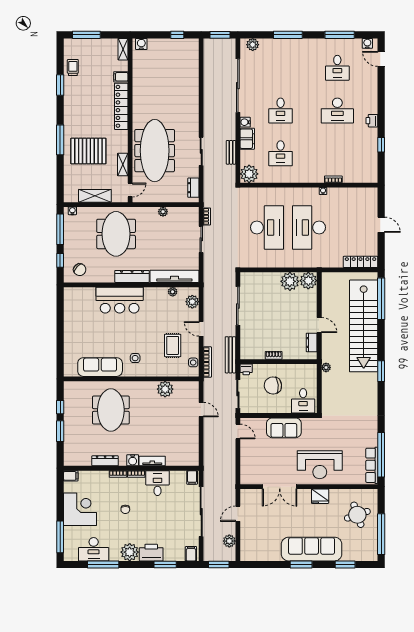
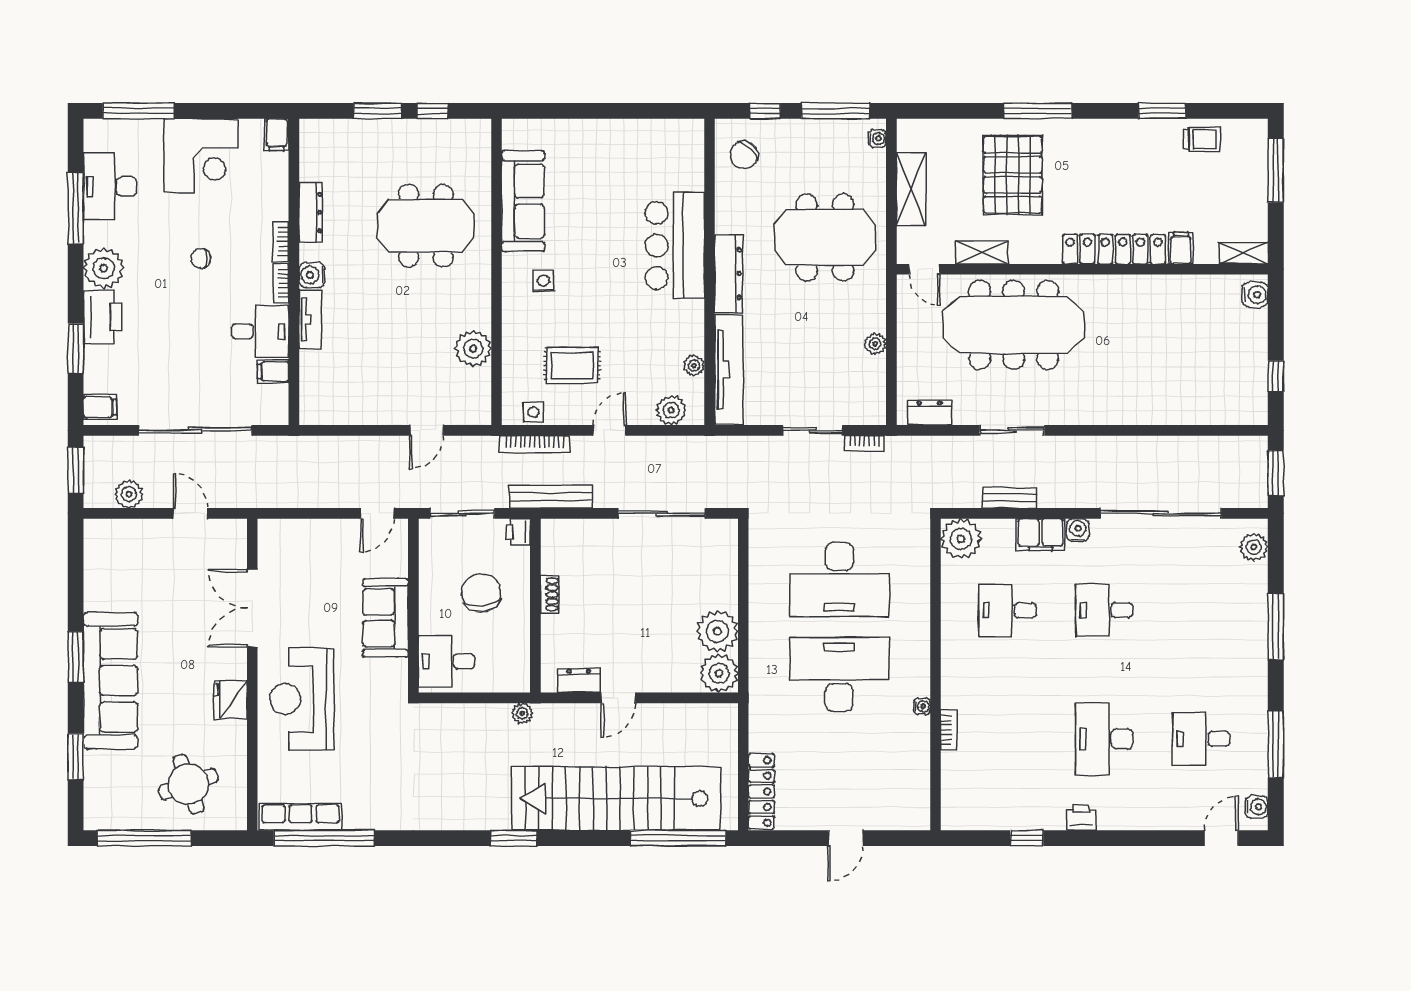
filing cabinet: (192, 477) -> (273, 371), moved

